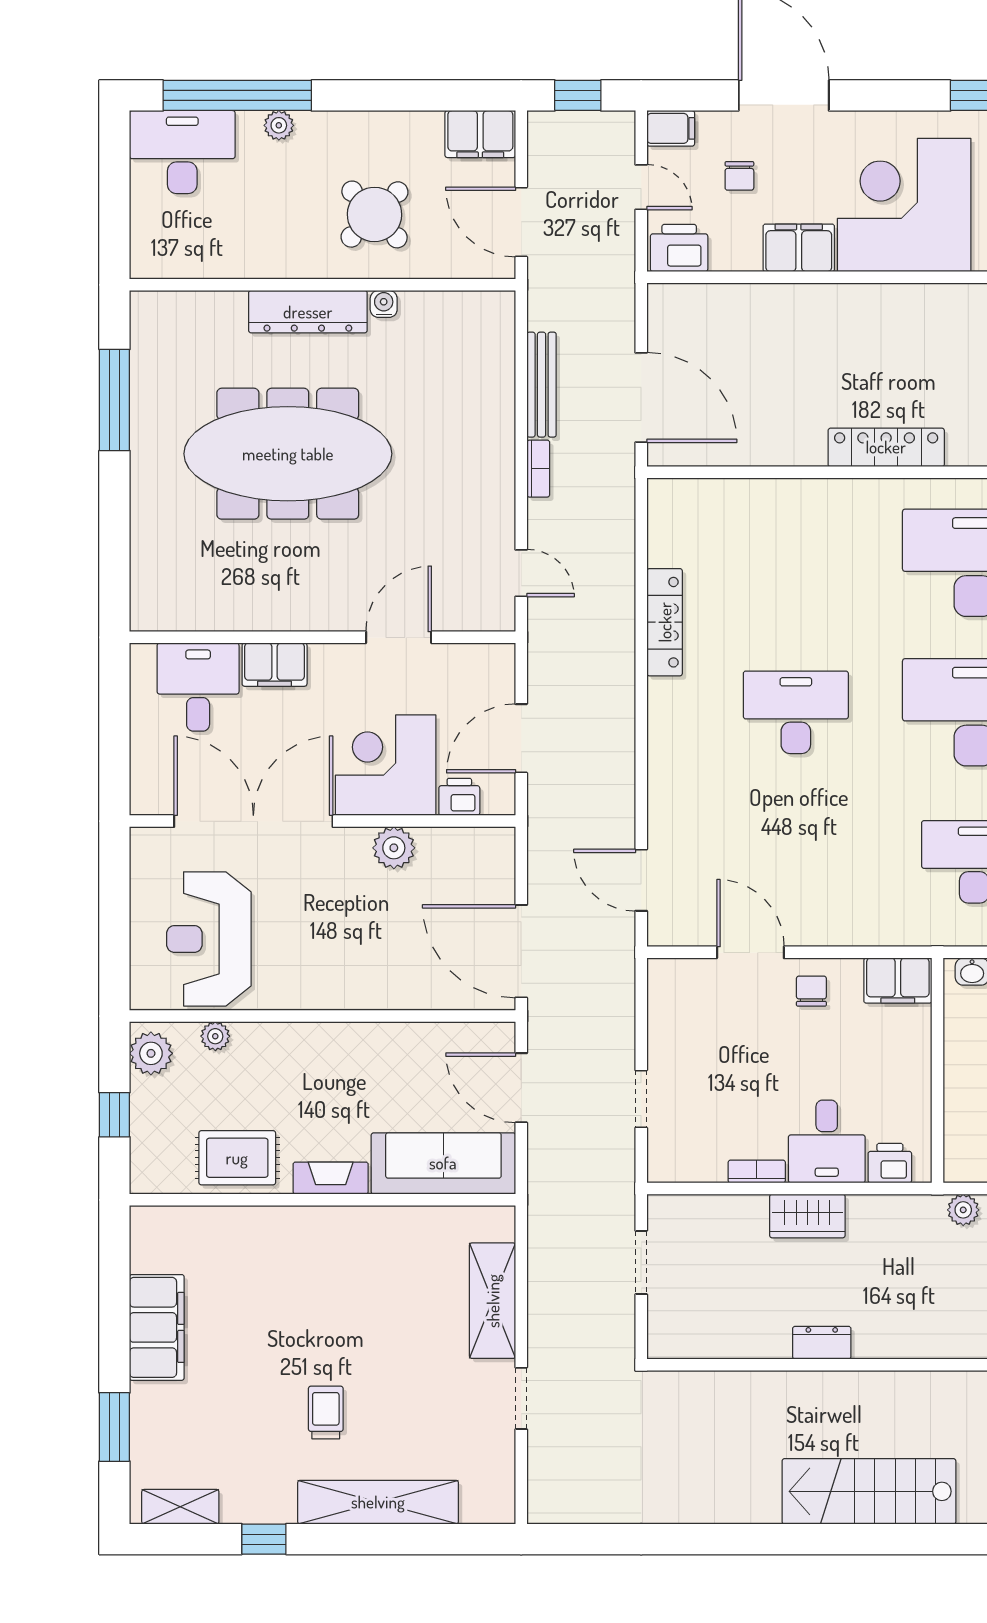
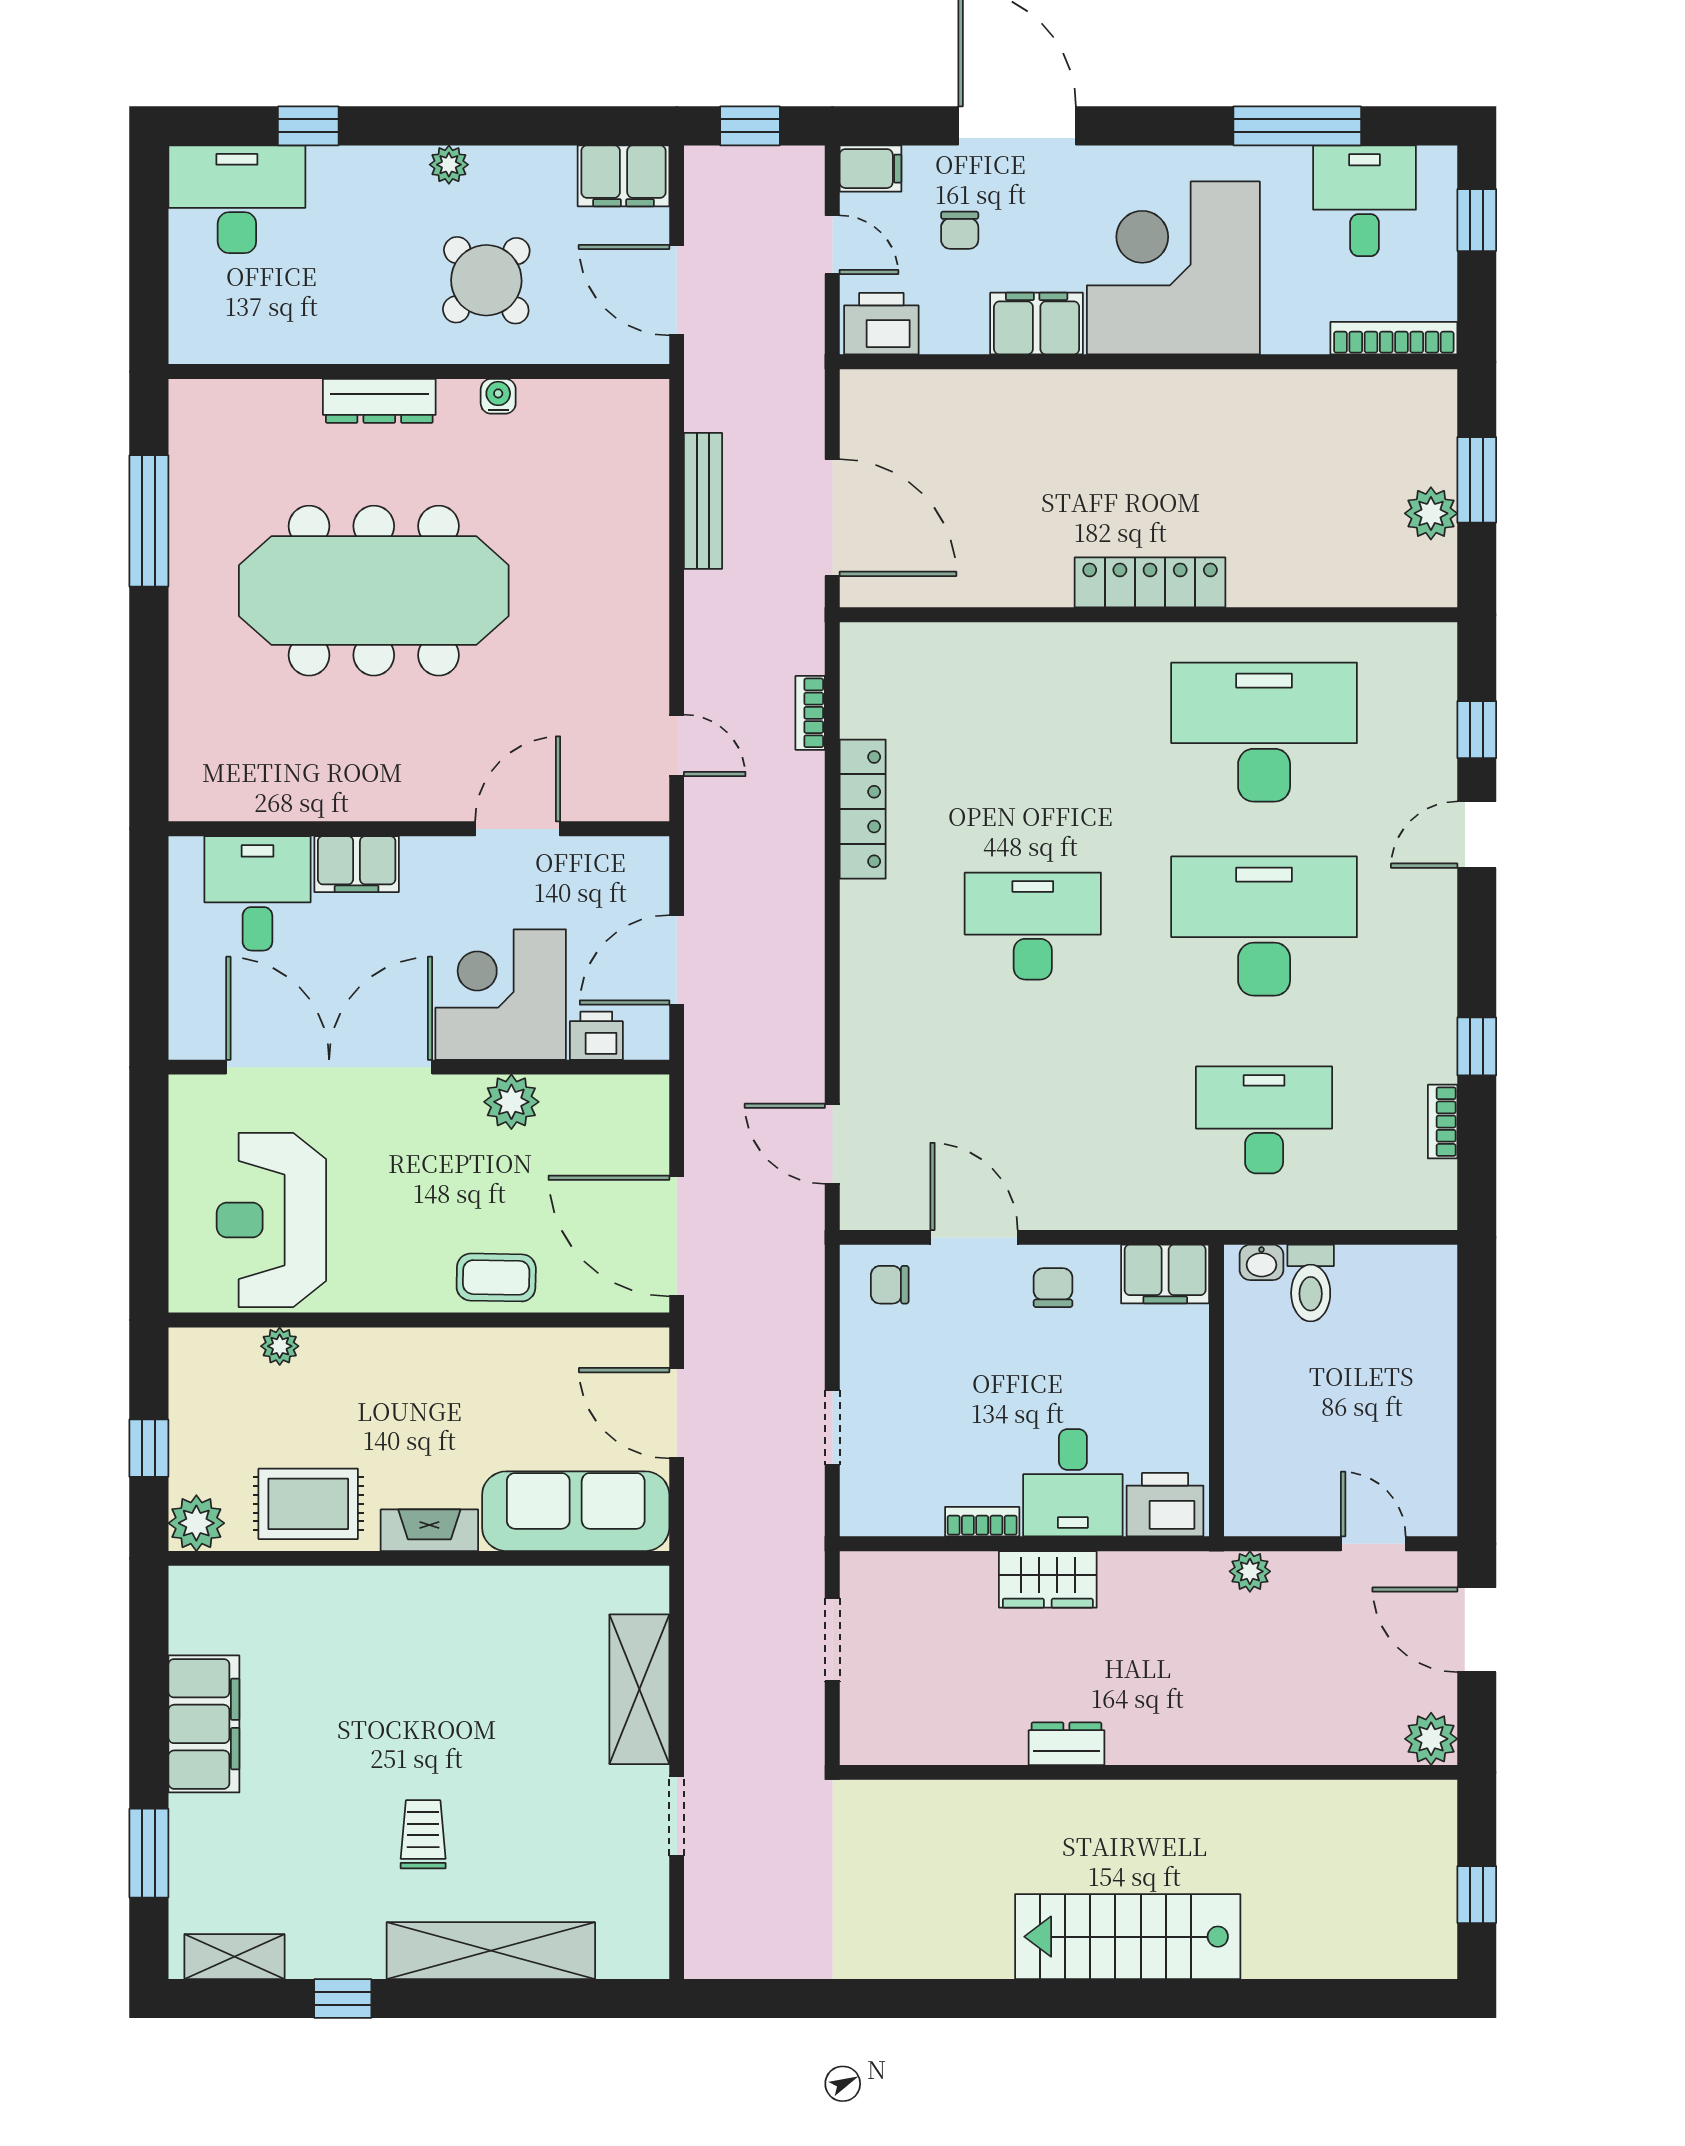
window: (237, 95) -> (308, 126), width x0.32
plant: (279, 125) -> (449, 165), moved
dresser: (308, 312) -> (379, 401), width x0.73, depth x0.80
bookcase: (538, 469) -> (810, 713), moved, turned 180
coffee table: (382, 983) -> (496, 1277), added
chair: (685, 989) -> (890, 1285), added
plant: (151, 1053) -> (196, 1523), moved
printer: (890, 1163) -> (1165, 1505), width x1.36, depth x1.24

